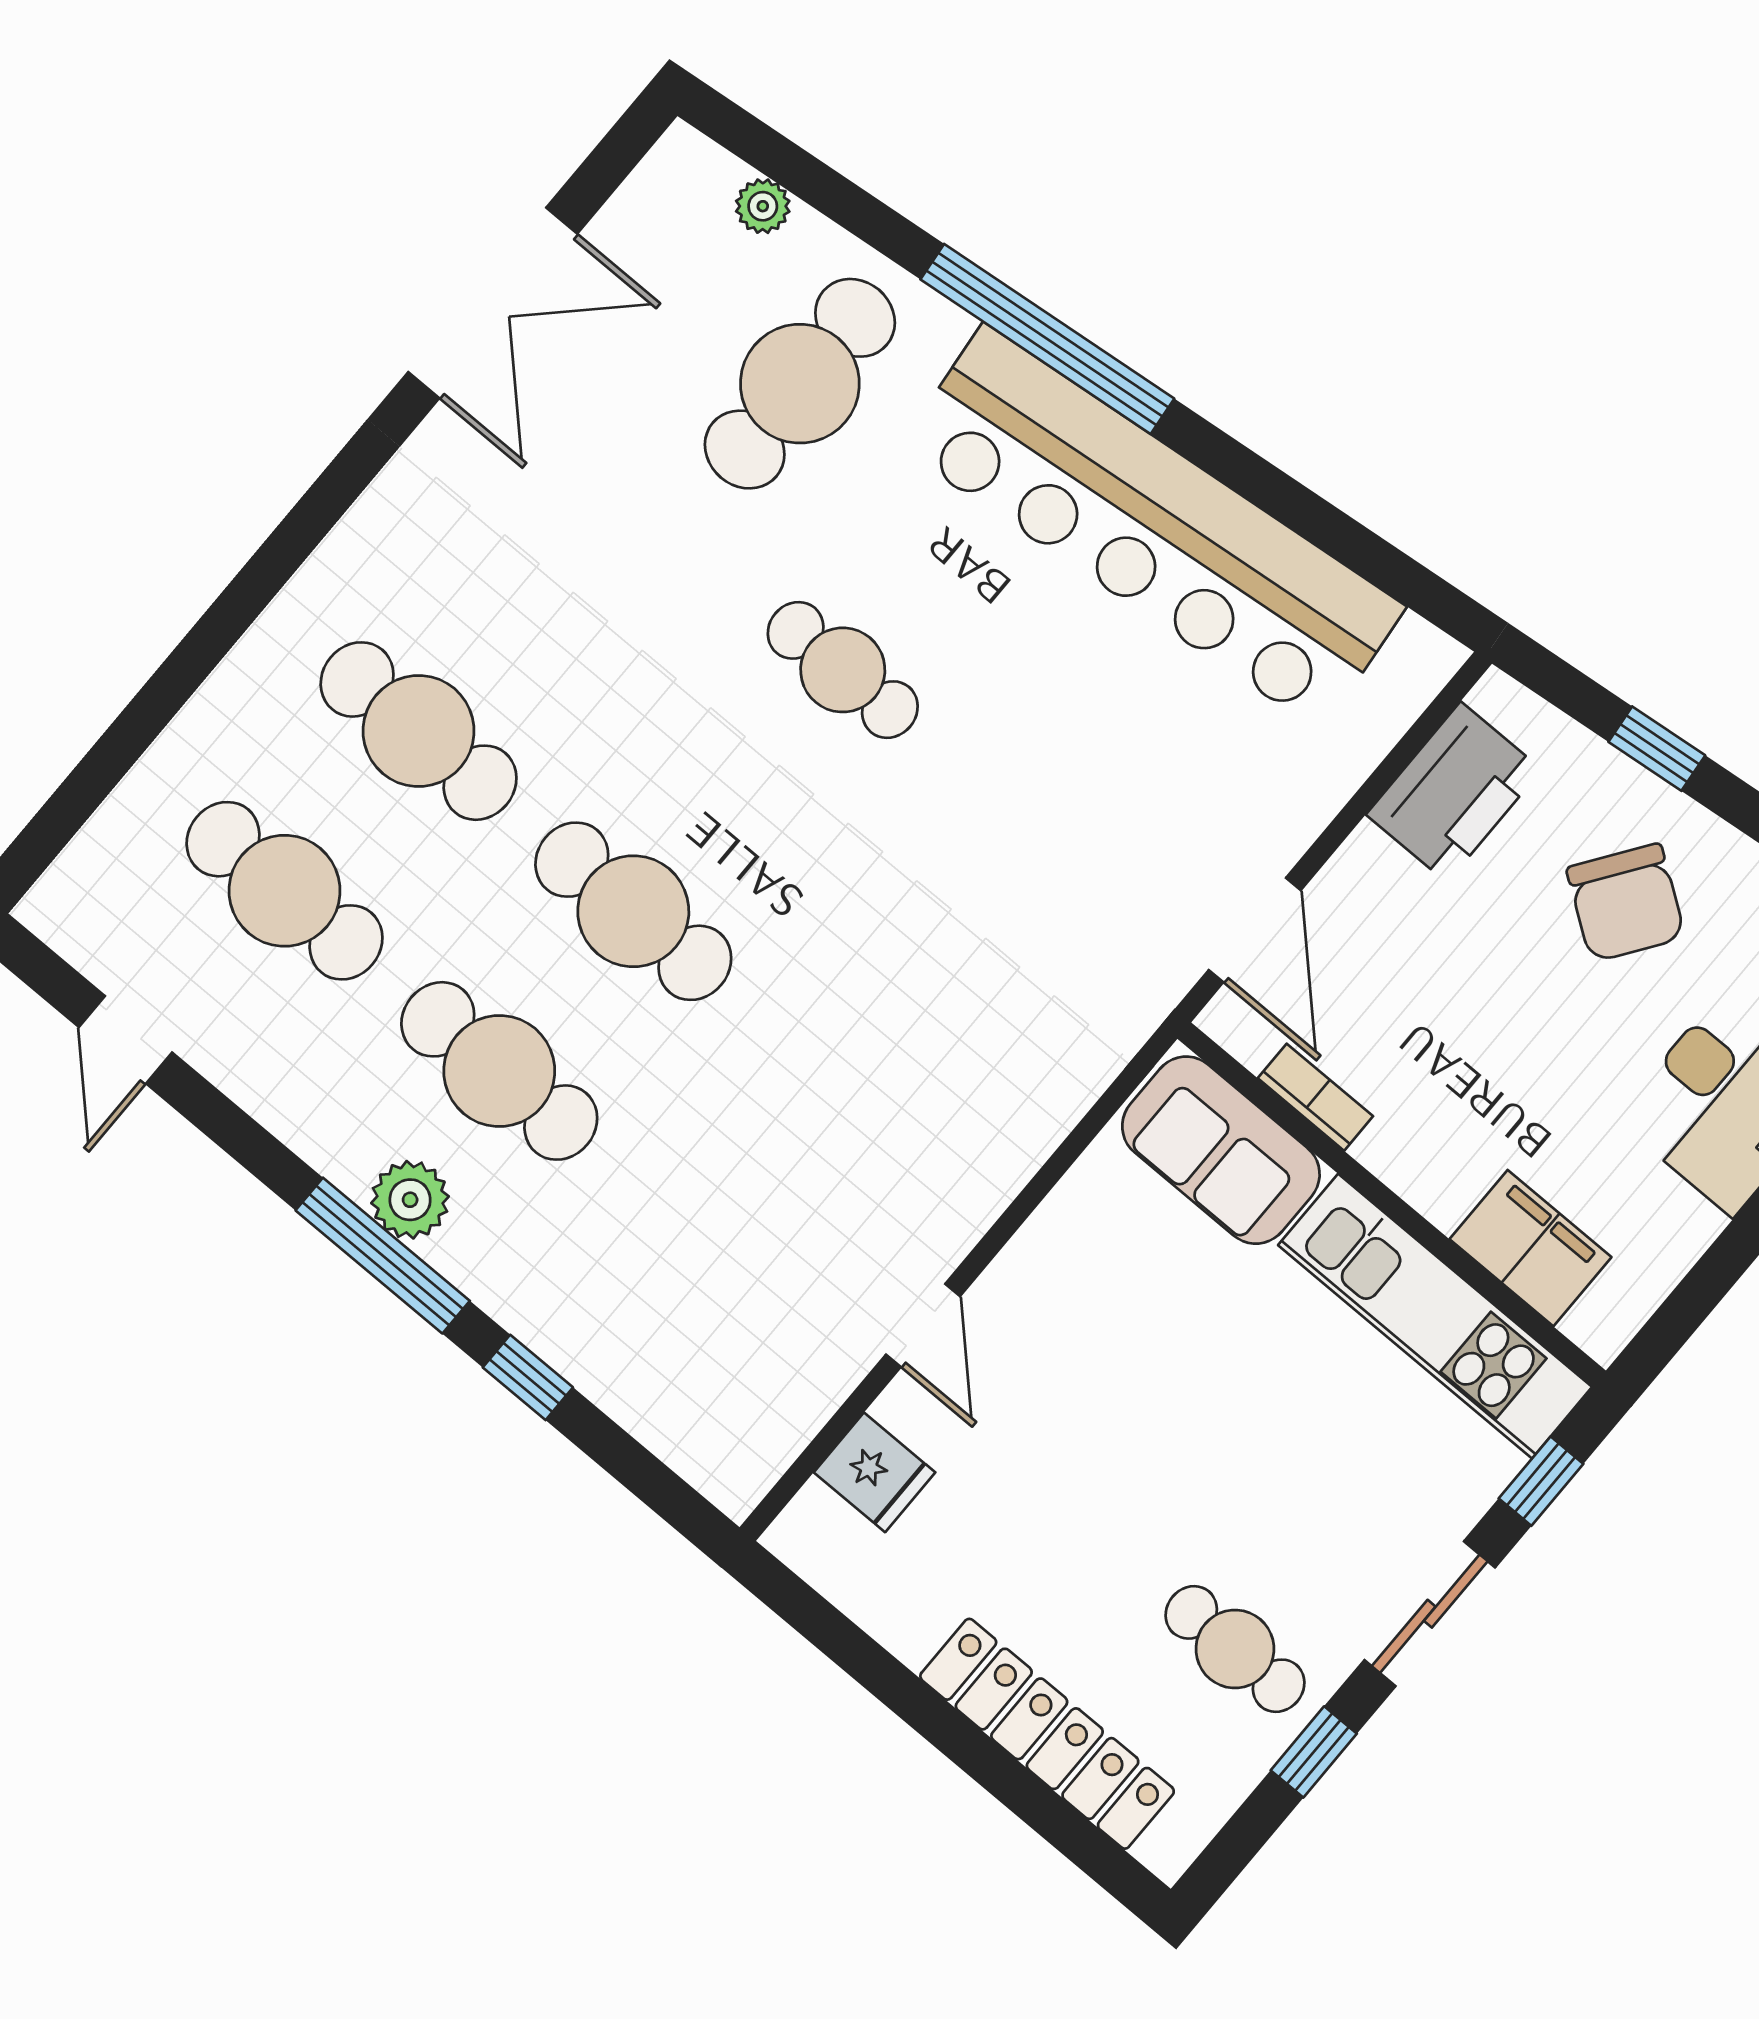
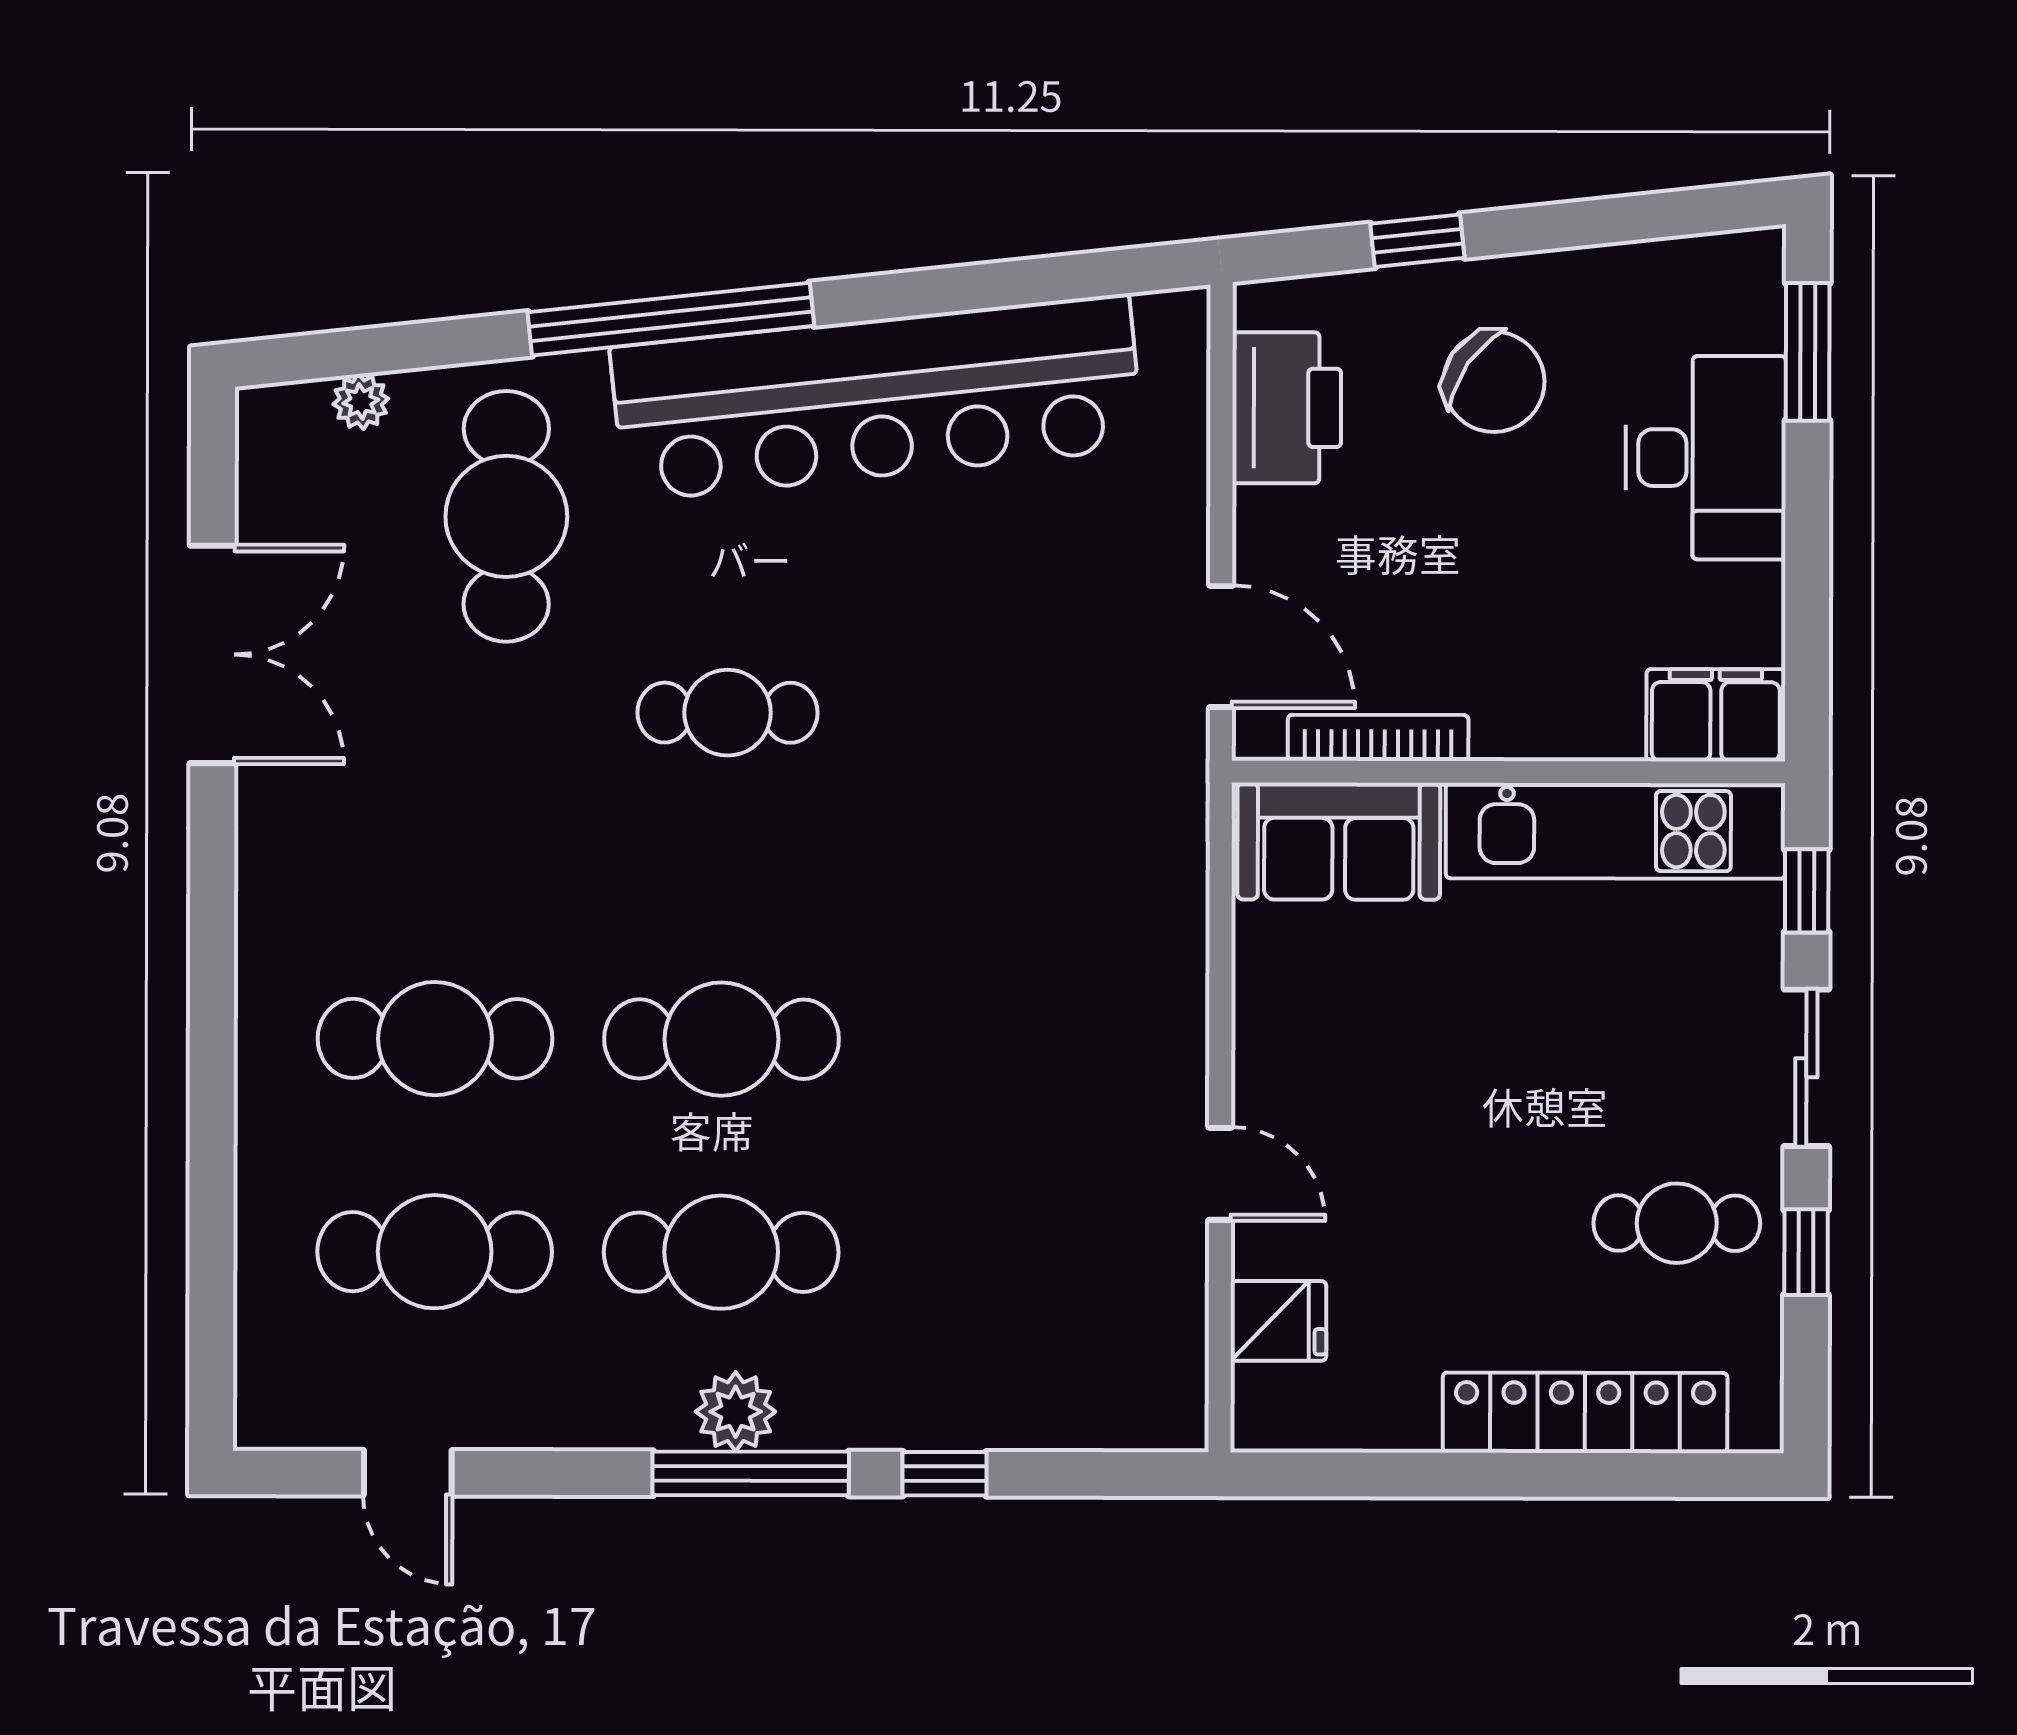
bookcase: (1315, 1097) -> (1378, 738), width x1.56
filing cabinet: (1530, 1248) -> (1716, 715), moved

